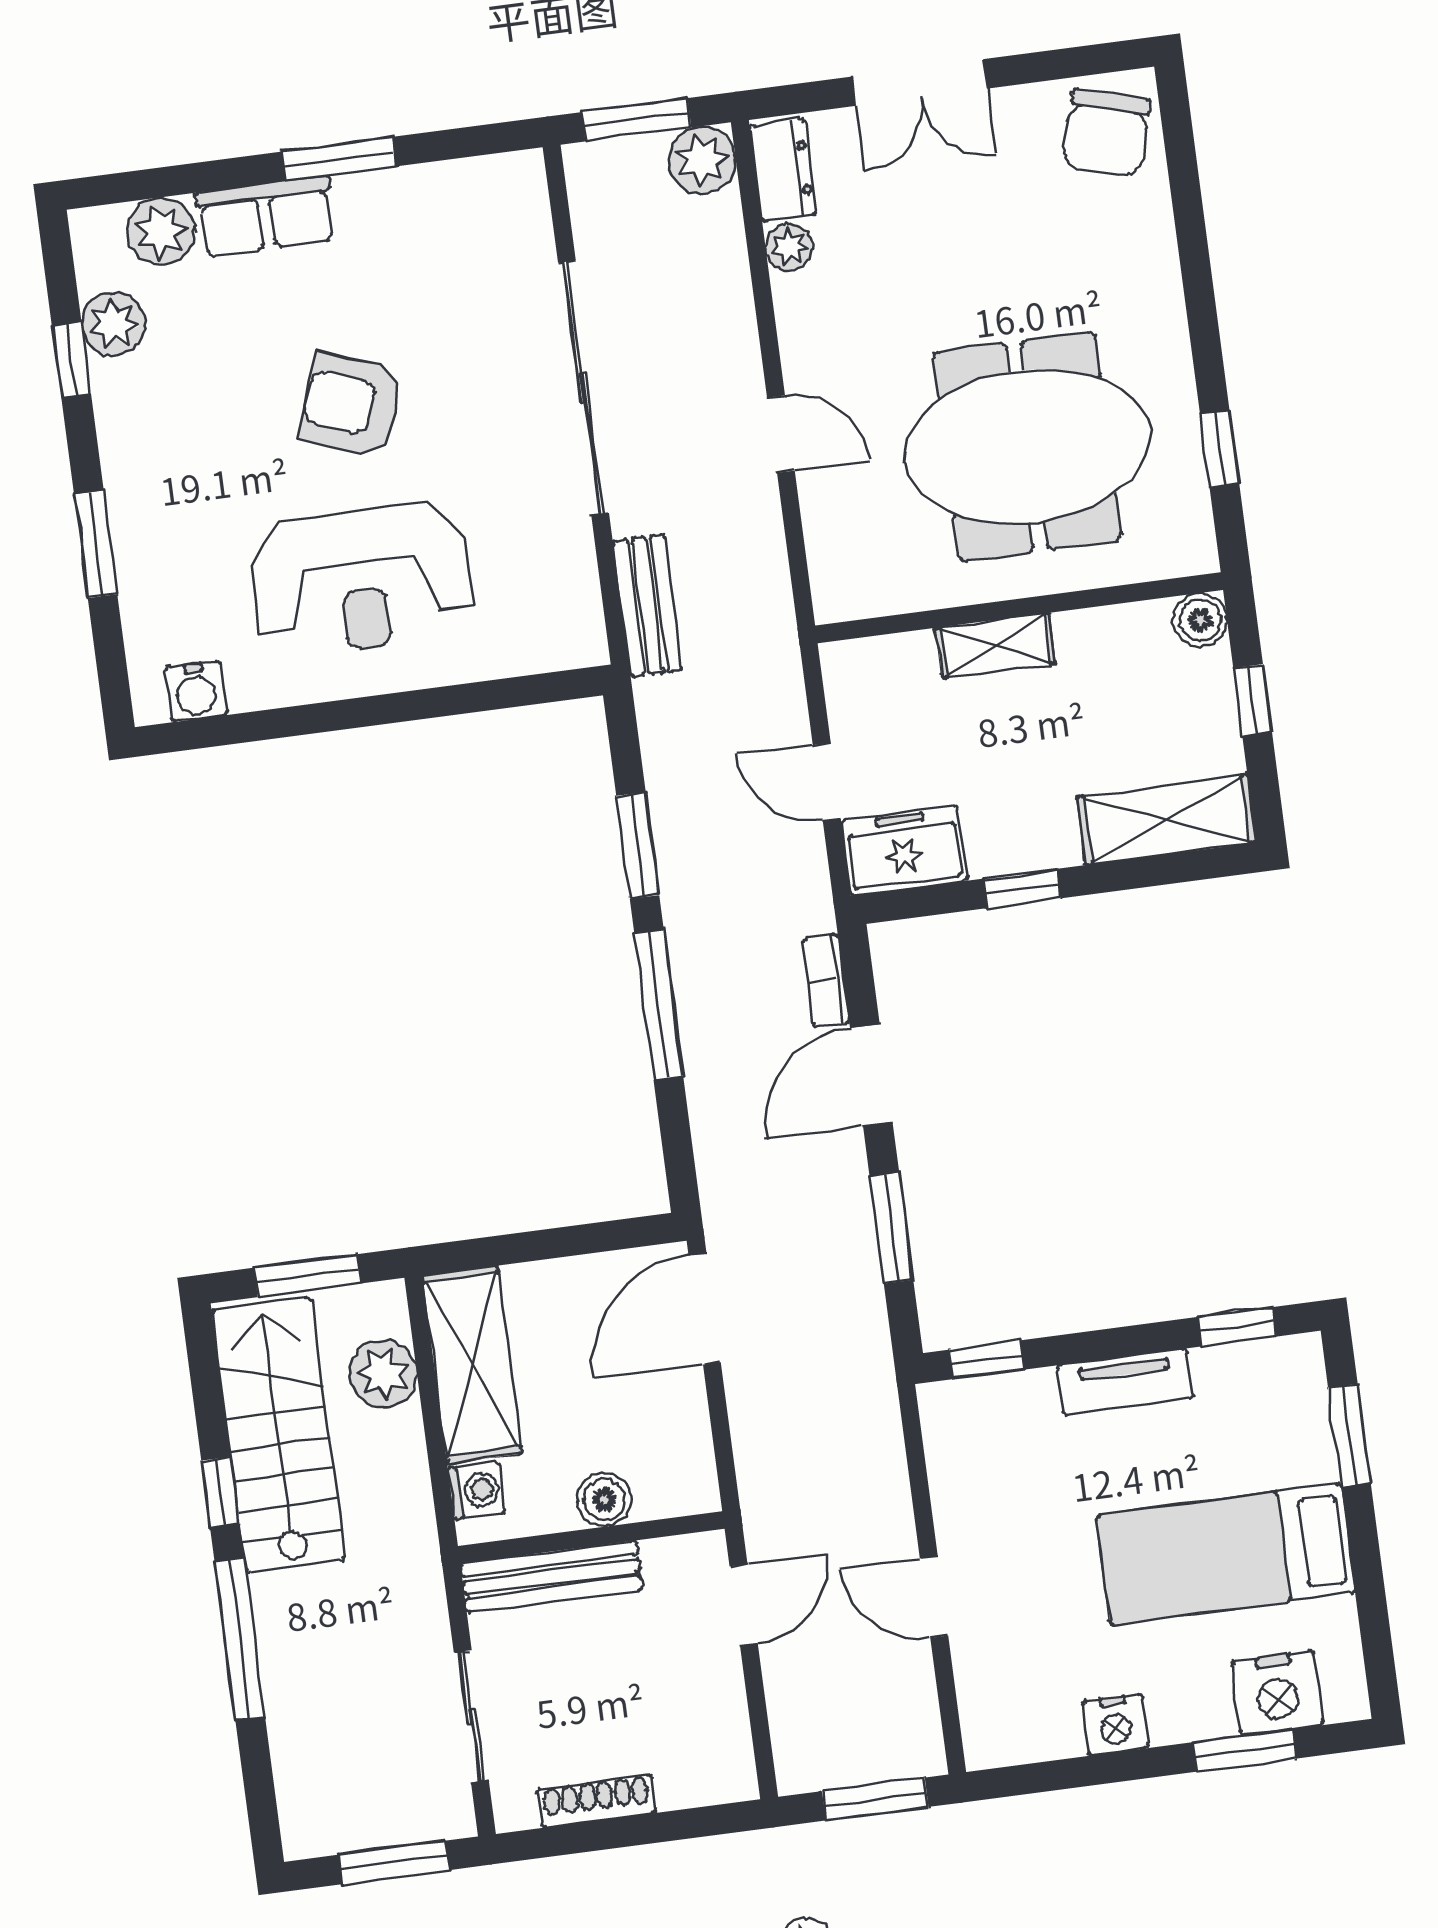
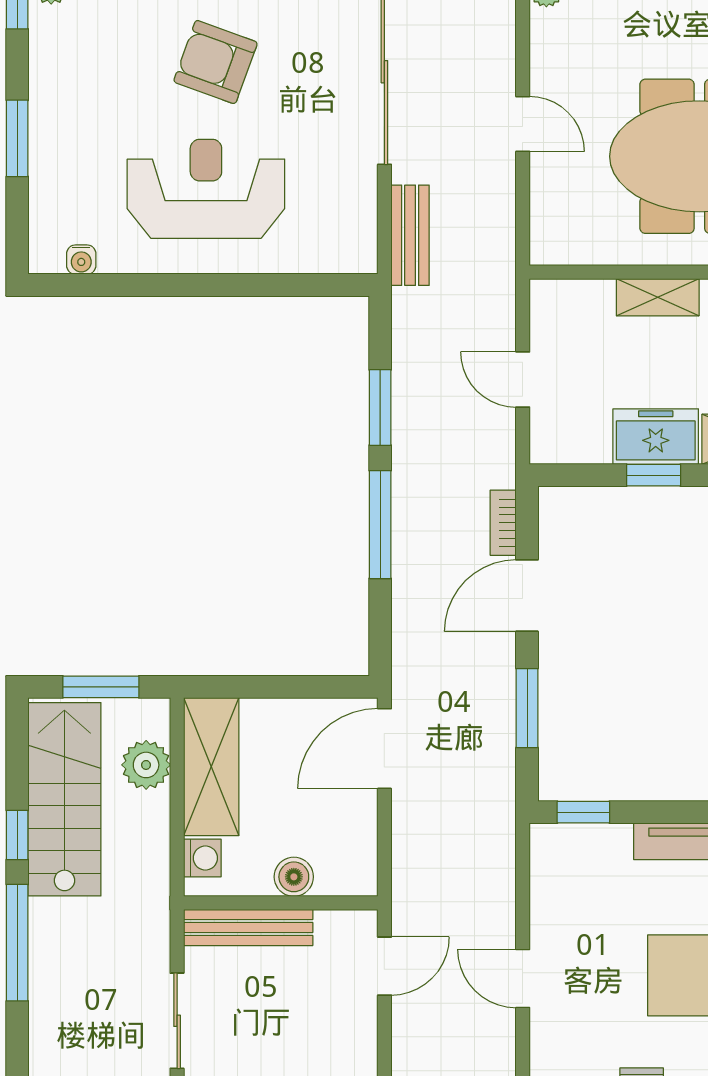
reception desk: (362, 579) -> (206, 189), turned 180
water cooler: (196, 691) -> (81, 260), width x0.72, depth x0.72
freezer: (904, 851) -> (656, 437), moved

